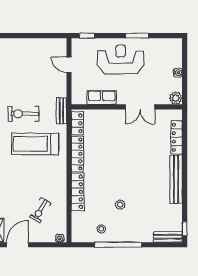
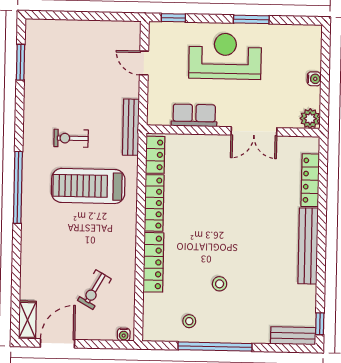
bench: (62, 111) -> (131, 127), width x1.36
exercise bike: (24, 114) -> (71, 138), width x0.73, depth x0.72

